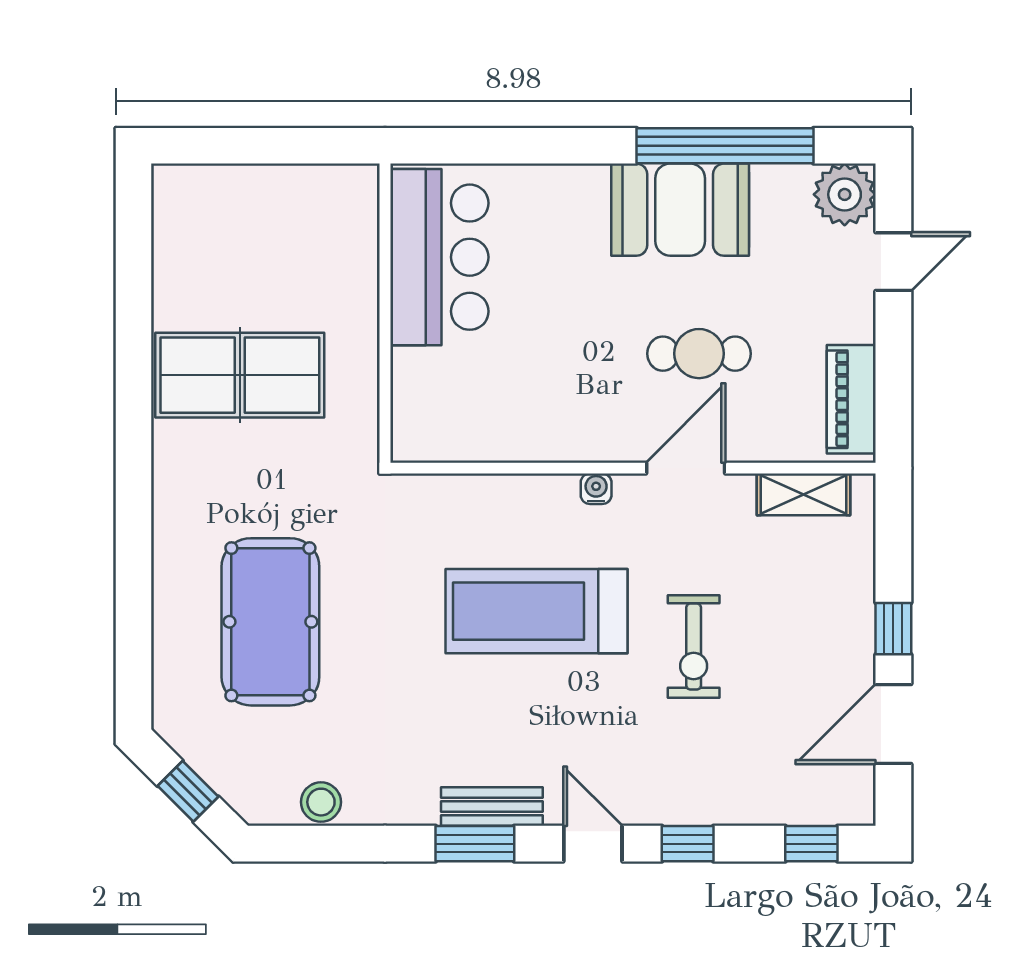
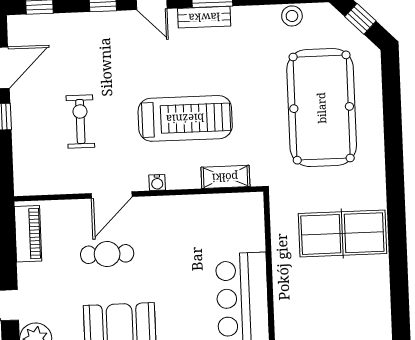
shelving: (803, 494) -> (225, 177), moved
pool table: (270, 622) -> (322, 108), width x1.36, depth x1.32
exercise bike: (694, 646) -> (80, 122), moved

